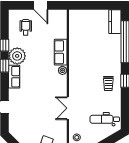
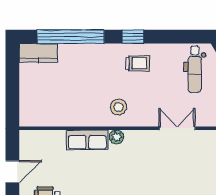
stool: (81, 72) -> (118, 107), added
double door: (68, 108) -> (177, 128), swing flipped

